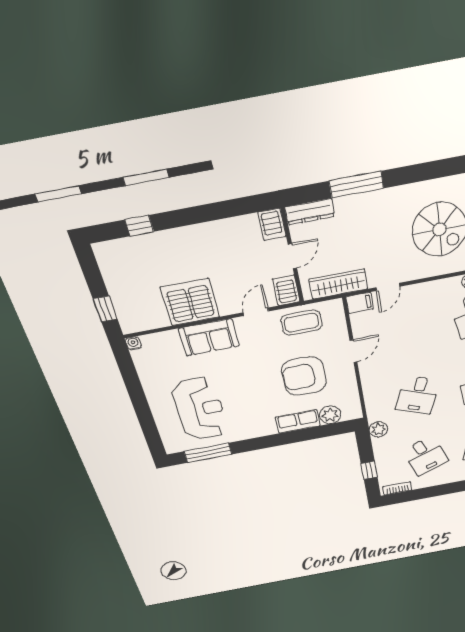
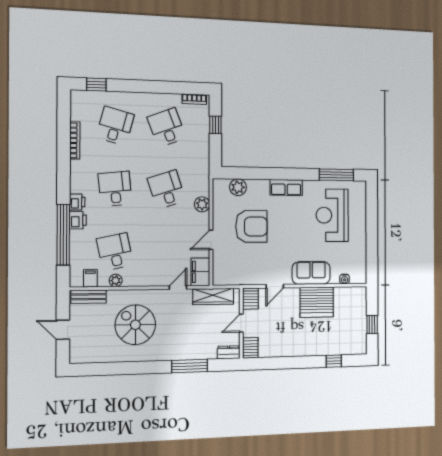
dresser: (310, 212) -> (229, 352), width x0.70
filing cabinet: (360, 303) -> (200, 272), width x2.00
window: (105, 309) -> (372, 325), moved
coffee table: (301, 323) -> (245, 271), removed
water cooler: (133, 343) -> (344, 279), moved
desk: (418, 395) -> (167, 189), turned -39
row of seats: (298, 421) -> (286, 187), moved
plant: (378, 429) -> (202, 204), moved

